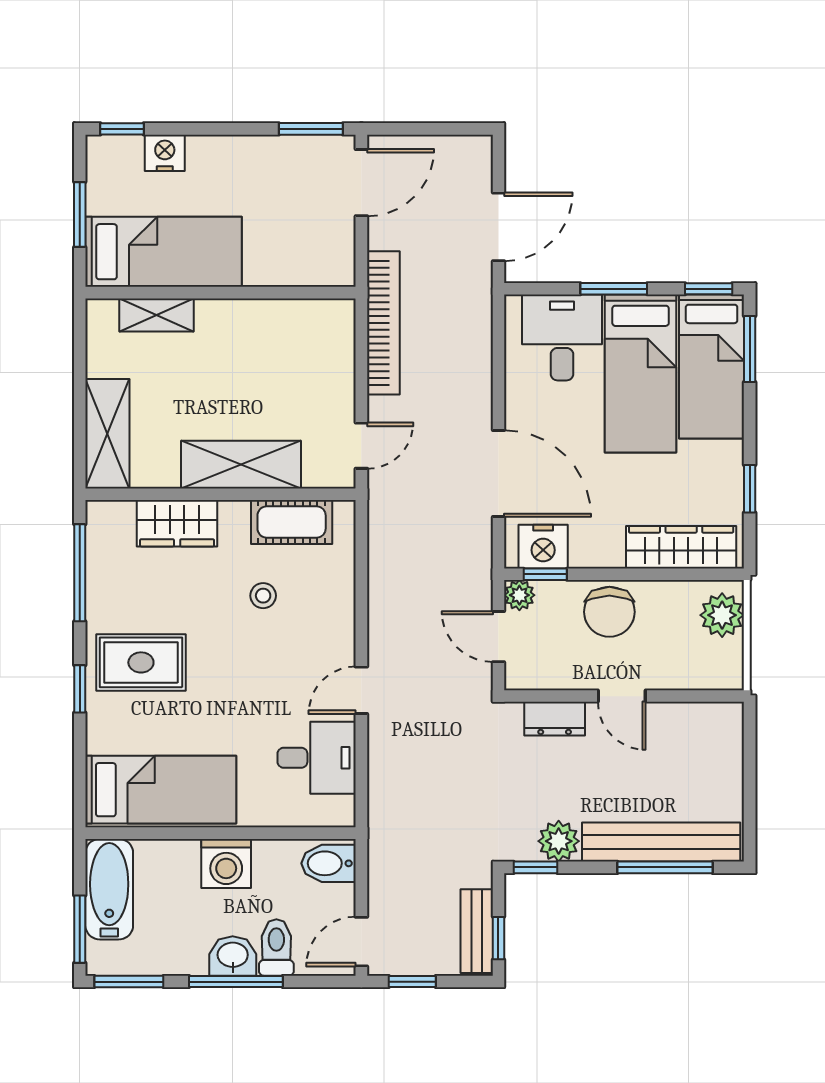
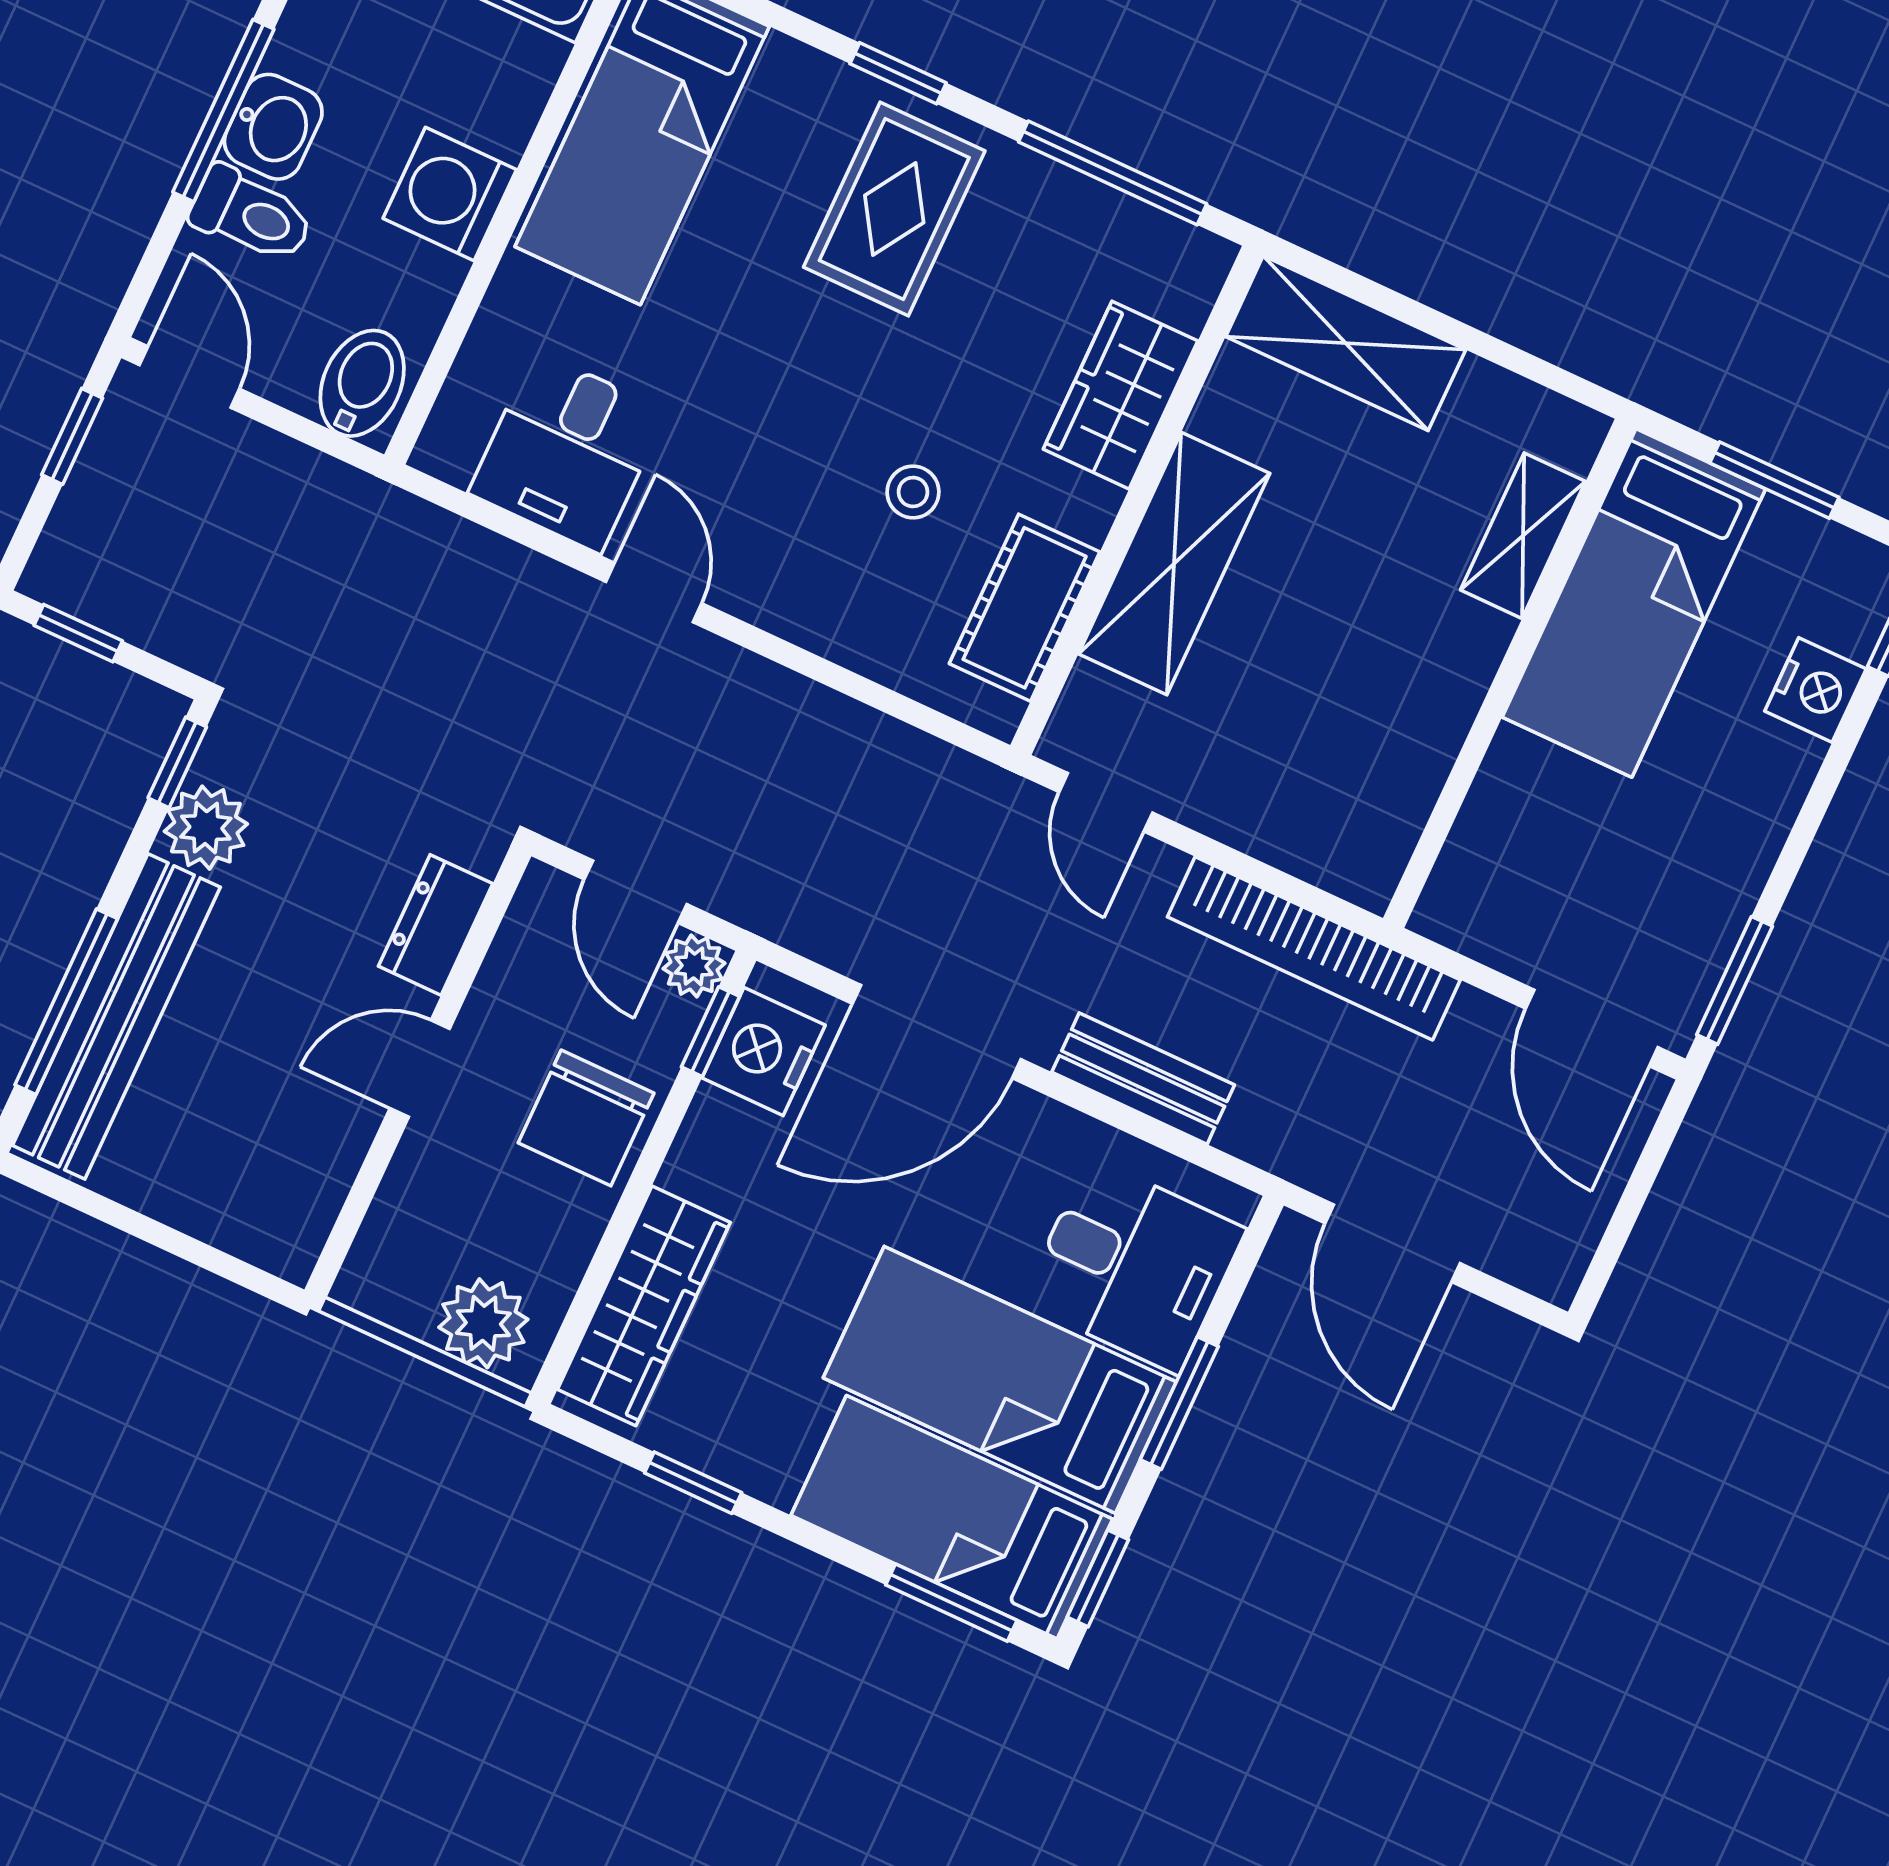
chair: (609, 612) -> (586, 1118), turned -90
door: (498, 637) -> (636, 892), swing flipped
bench: (477, 931) -> (1143, 1079), moved

